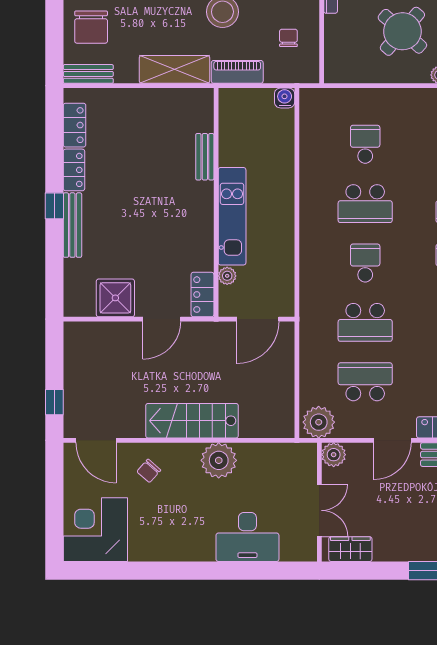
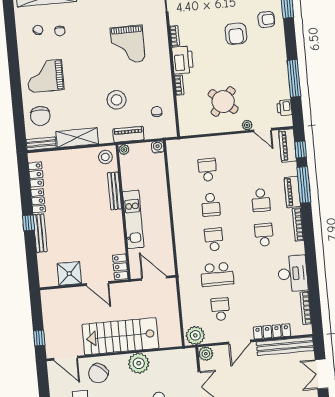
shelving: (175, 69) -> (77, 138), moved
stool: (195, 107) -> (105, 157), added
bench: (205, 157) -> (115, 191), width x1.36
school desk: (365, 204) -> (211, 205), width x0.54
plant: (227, 276) -> (124, 150), moved
door: (162, 319) -> (98, 283), hinge flipped
door: (258, 319) -> (154, 278), swing flipped
school desk: (365, 382) -> (220, 309), width x0.54
stairs: (192, 421) -> (120, 336), width x1.36, depth x1.51
chair: (149, 471) -> (98, 373), width x1.87, depth x1.87

